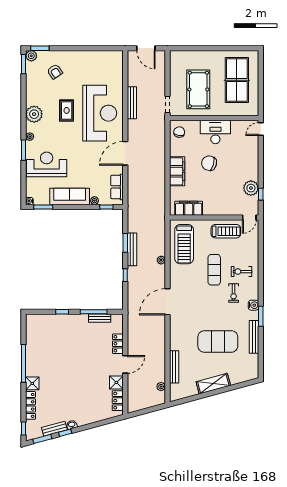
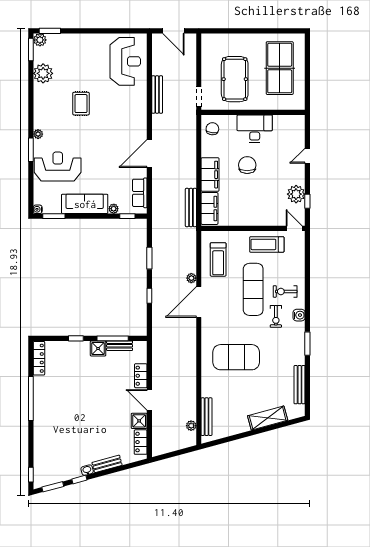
armchair: (55, 72) -> (67, 58), removed
reception desk: (100, 113) -> (125, 61), moved, width x0.74, depth x0.77
plant: (34, 114) -> (43, 73), moved
door: (261, 129) -> (307, 156), moved
chair: (209, 163) -> (247, 165), turned 74
filing cabinet: (189, 208) -> (210, 209), moved, turned 90
door: (249, 218) -> (294, 228), swing flipped
treadmill: (226, 231) -> (267, 244), turned 180
treadmill: (184, 244) -> (218, 259), width x0.73, depth x0.73
bench: (132, 249) -> (191, 208), moved
exercise mat: (214, 270) -> (253, 289), width x1.36, depth x1.45
door: (168, 302) -> (199, 302), moved
water cooler: (253, 305) -> (299, 315), moved
bench: (254, 337) -> (300, 385), moved
exercise mat: (218, 341) -> (236, 357), moved
door: (125, 364) -> (149, 400), swing flipped
bench: (174, 367) -> (207, 417), moved
shower: (32, 383) -> (98, 348), moved
shelving: (213, 384) -> (268, 418), moved
locker: (30, 405) -> (39, 358), moved
bench: (54, 429) -> (107, 464), moved

